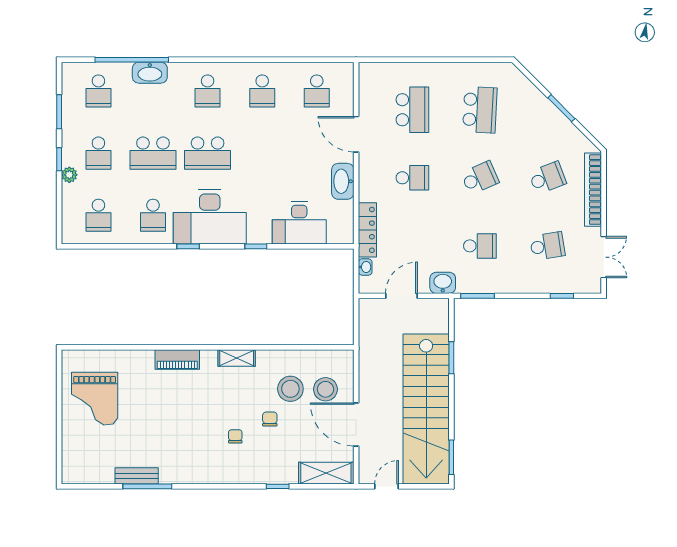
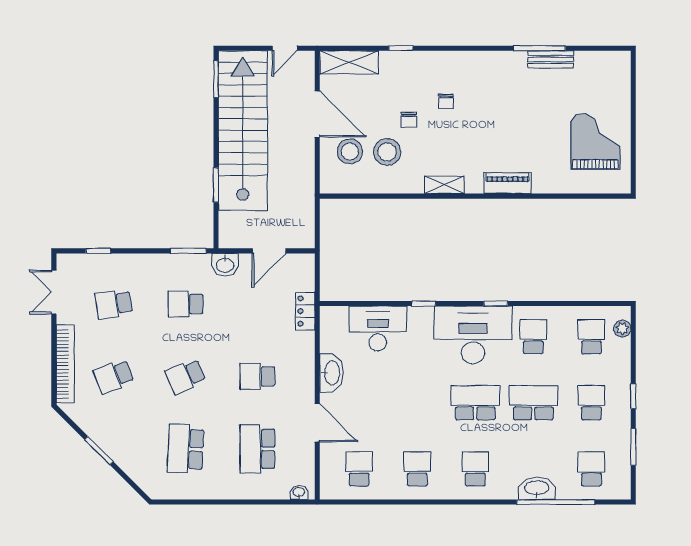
plant: (69, 175) -> (622, 329), moved
locker: (367, 230) -> (305, 311), width x0.66
washbasin: (365, 267) -> (299, 492), moved, turned 90

